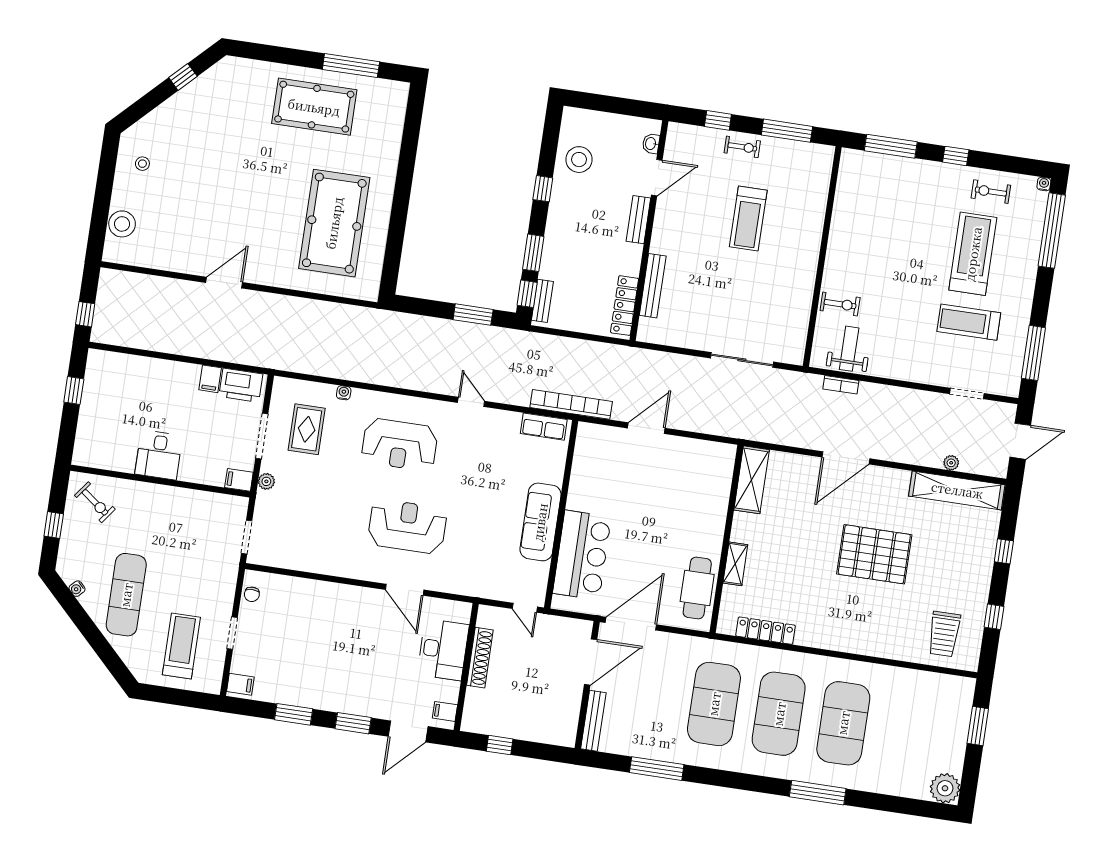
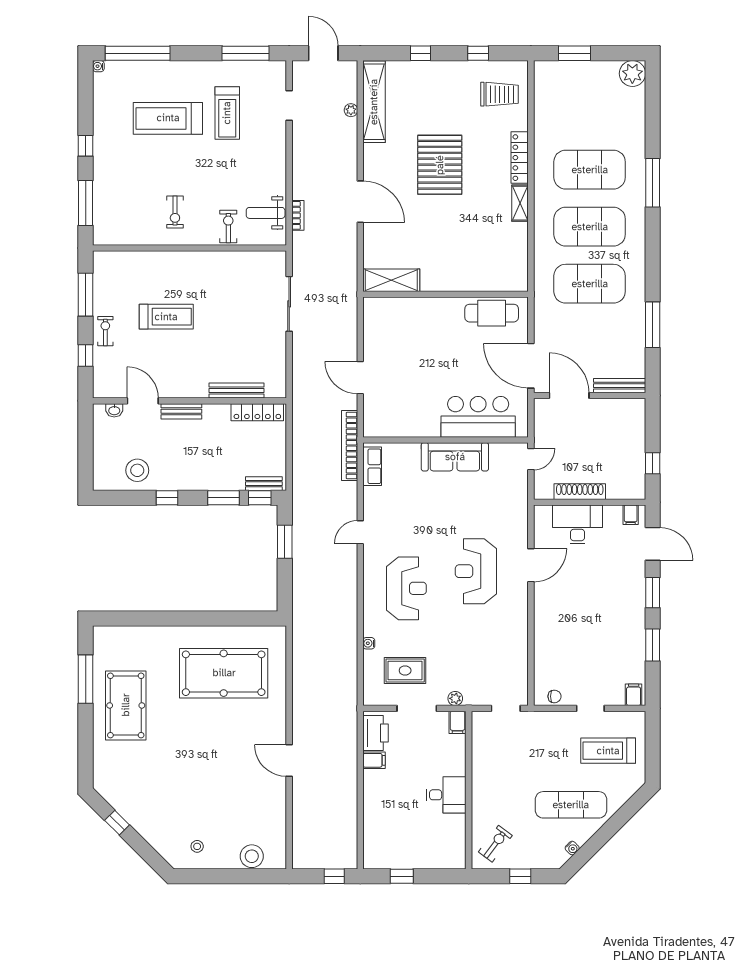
exercise bike: (991, 192) -> (175, 212), moved
shelving: (735, 564) -> (520, 203), moved, turned 90
locker: (766, 631) -> (520, 158), moved

